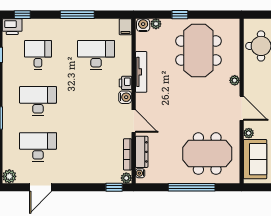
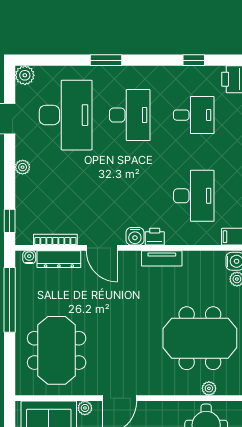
tv unit: (141, 72) -> (162, 258), width x0.71
plant: (235, 80) -> (209, 388), moved
door: (134, 121) -> (102, 248), hinge flipped
desk: (38, 147) -> (66, 115), width x1.36, depth x1.30
plant: (126, 178) -> (23, 167), moved
window: (192, 187) -> (10, 300), moved

